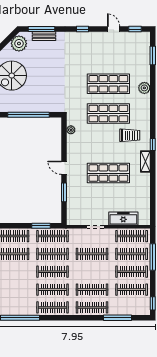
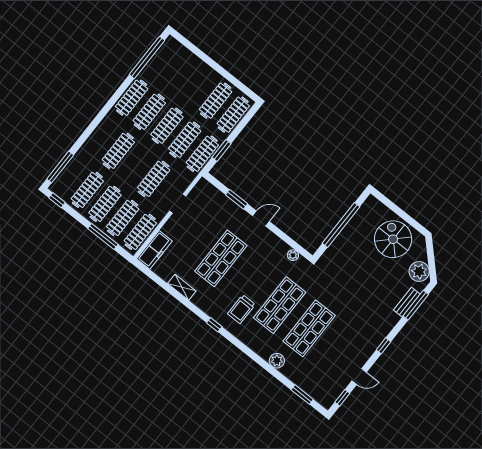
shelving: (145, 162) -> (182, 287), moved
freezer: (123, 218) -> (154, 250), moved
clothes rail: (92, 307) -> (101, 137), removed
window: (117, 318) -> (60, 167), moved

